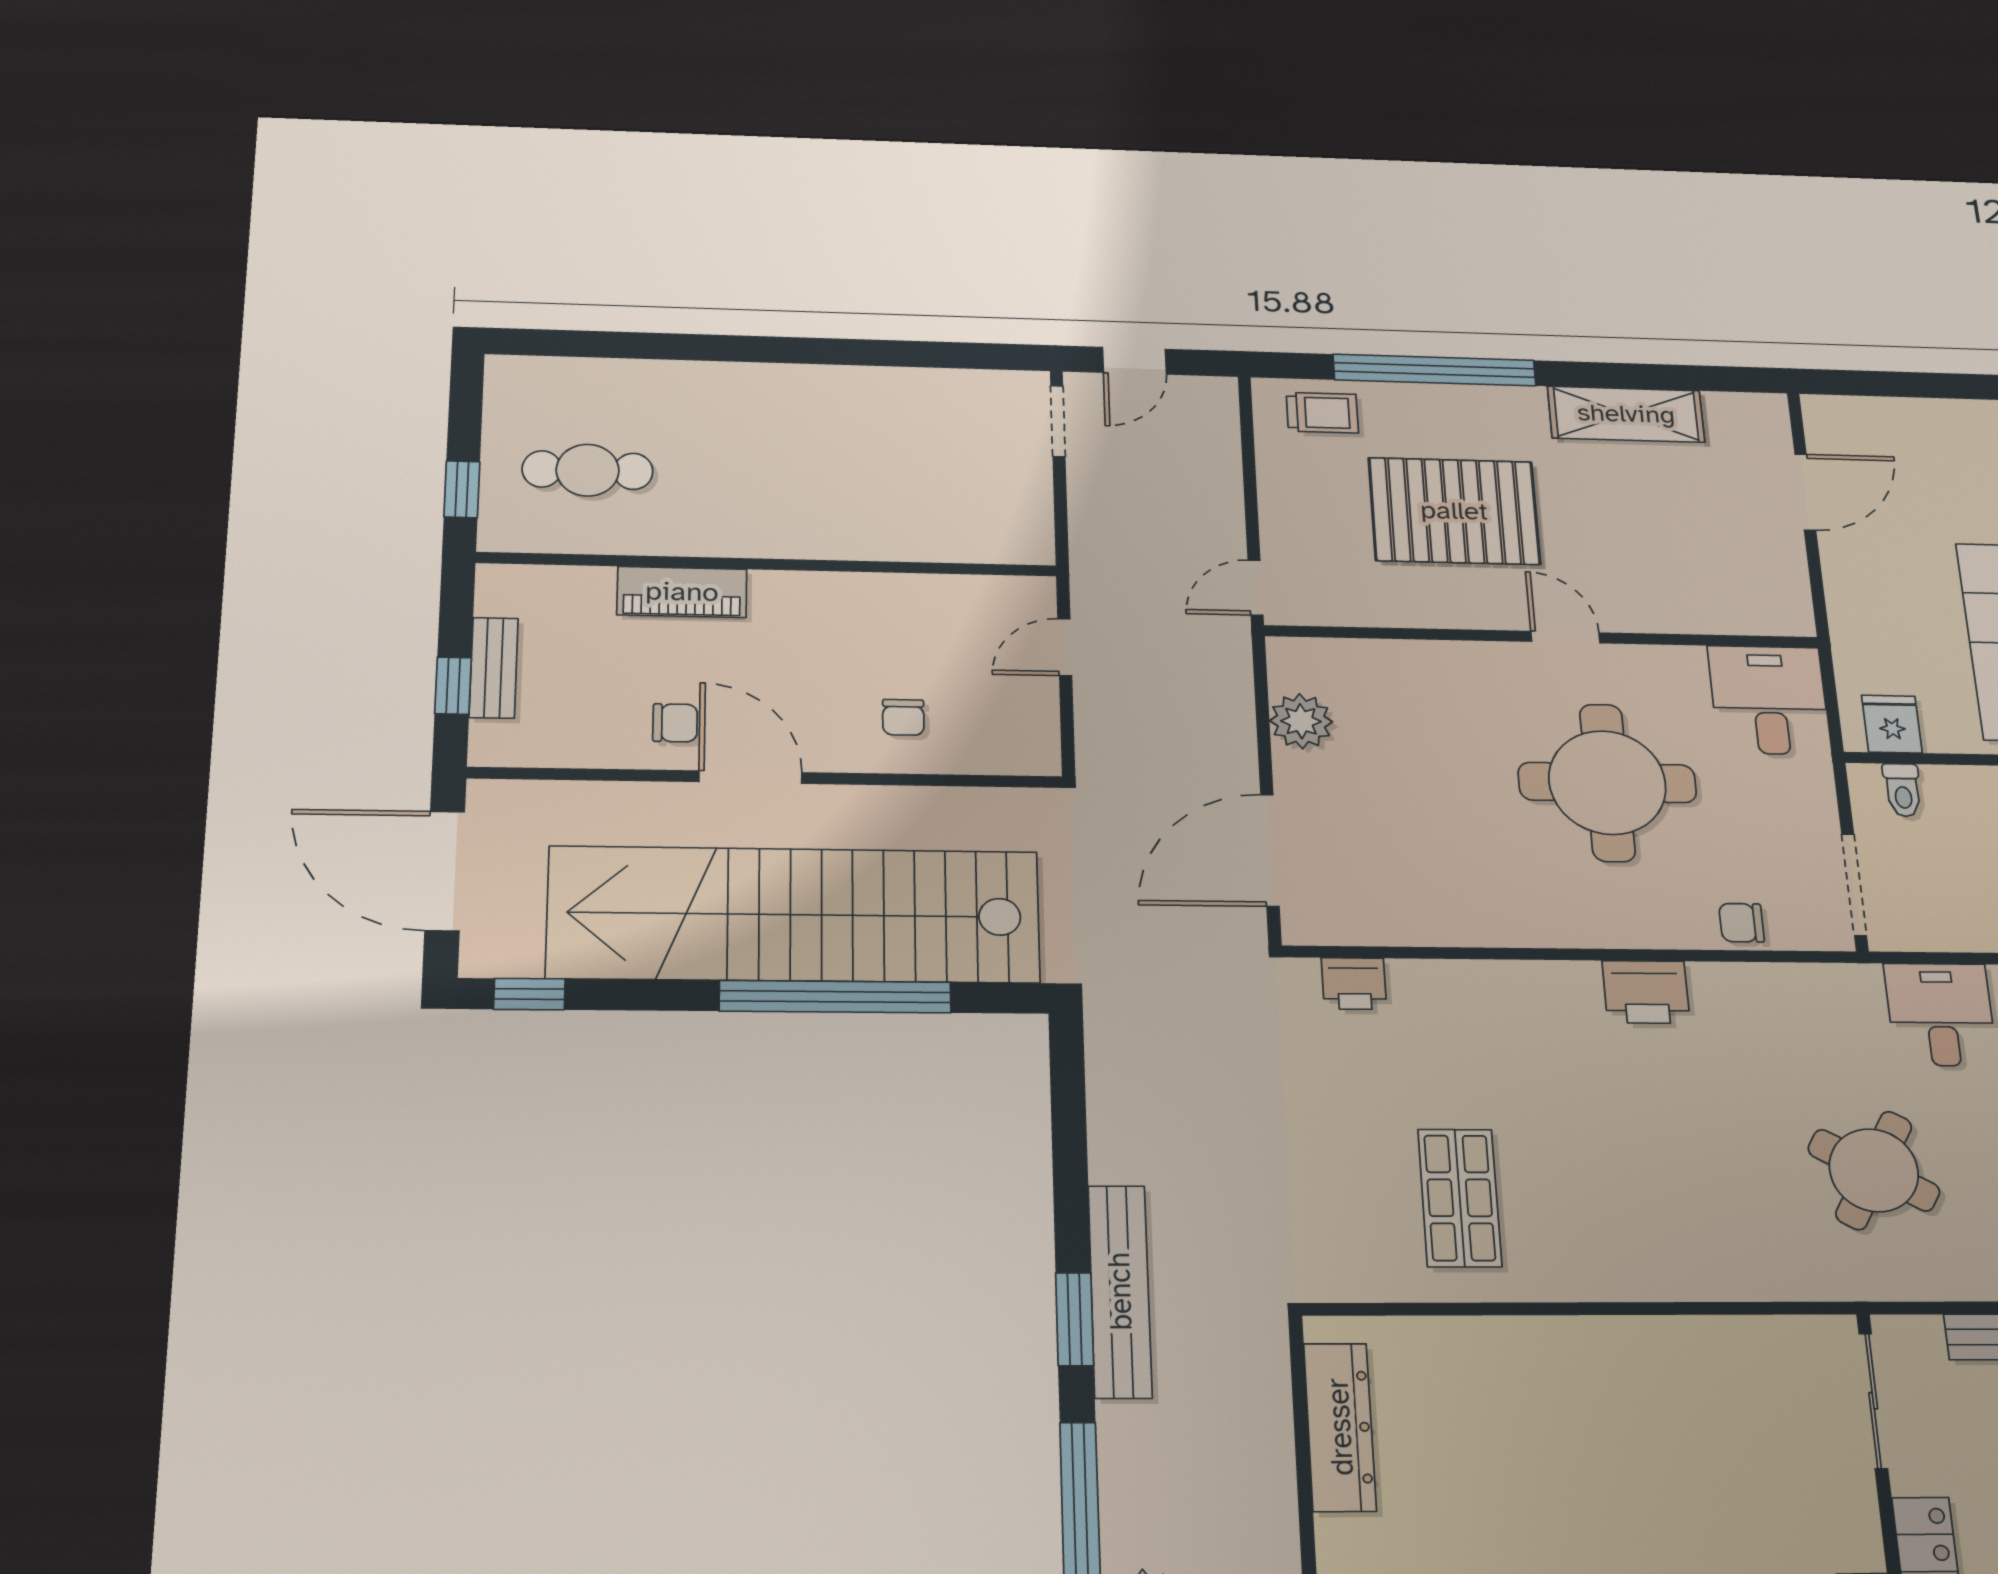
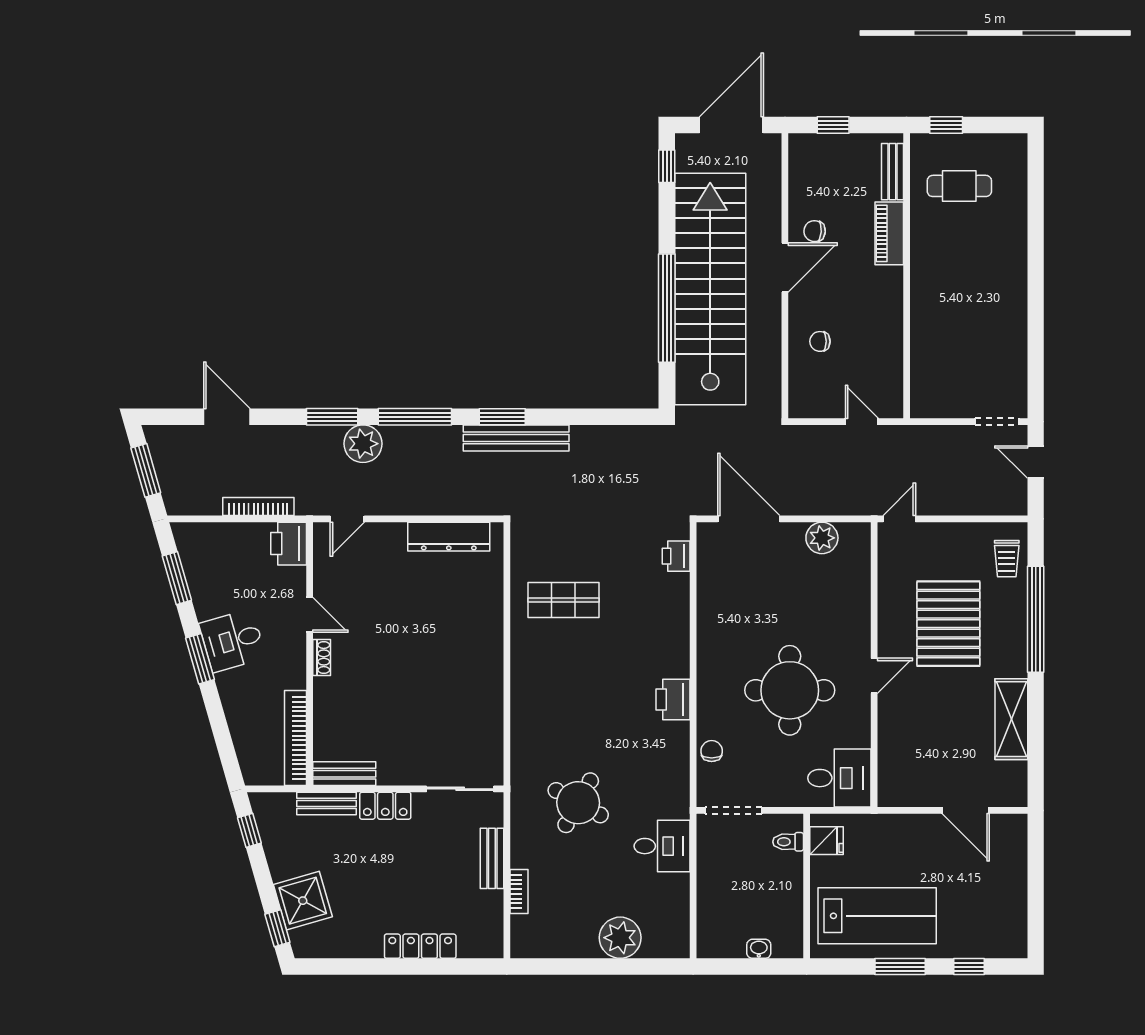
cafe table: (588, 470) -> (959, 186), turned 90
door: (1256, 588) -> (899, 519), hinge flipped
bench: (494, 668) -> (892, 172), moved, turned 90
chair: (675, 723) -> (815, 231), turned 94

